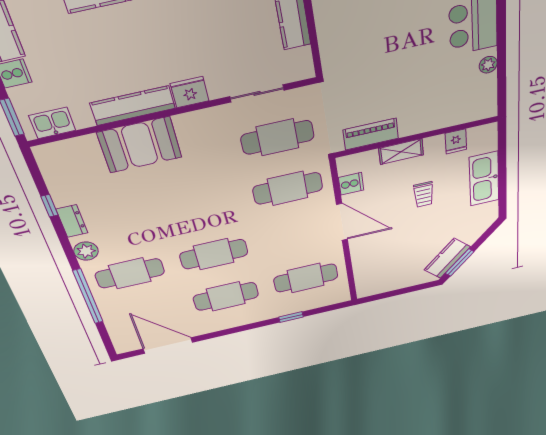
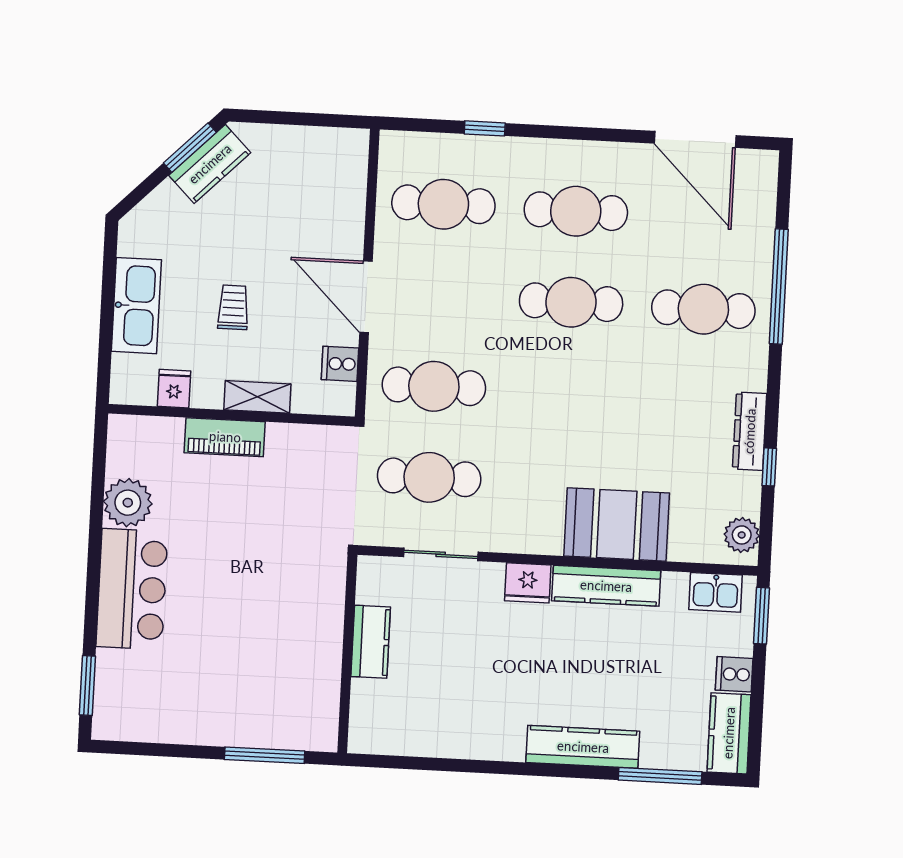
plant: (488, 65) -> (128, 503), width x1.87, depth x1.87
piano: (371, 134) -> (225, 437), moved
dresser: (72, 221) -> (750, 431), width x1.44
plant: (86, 251) -> (742, 535), moved

